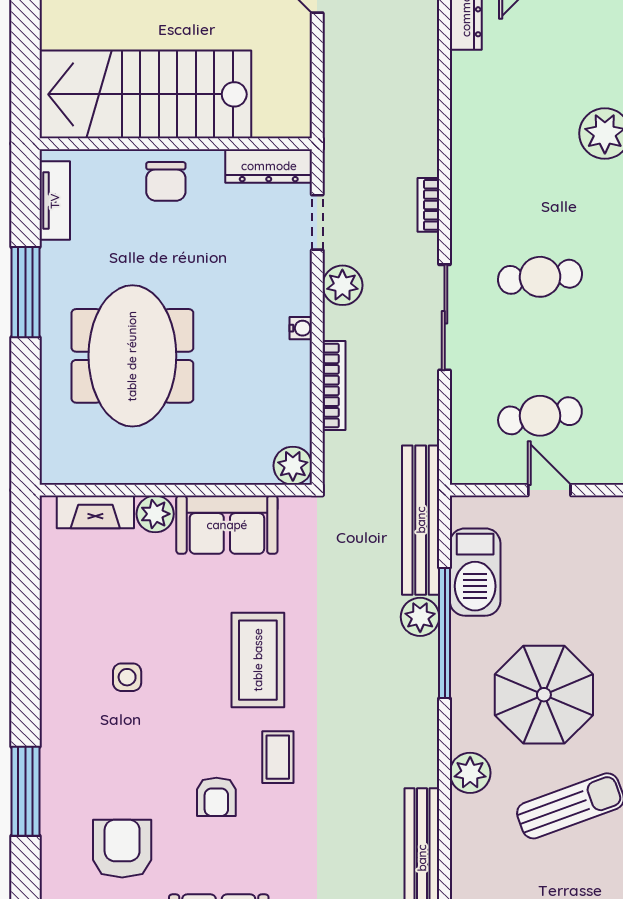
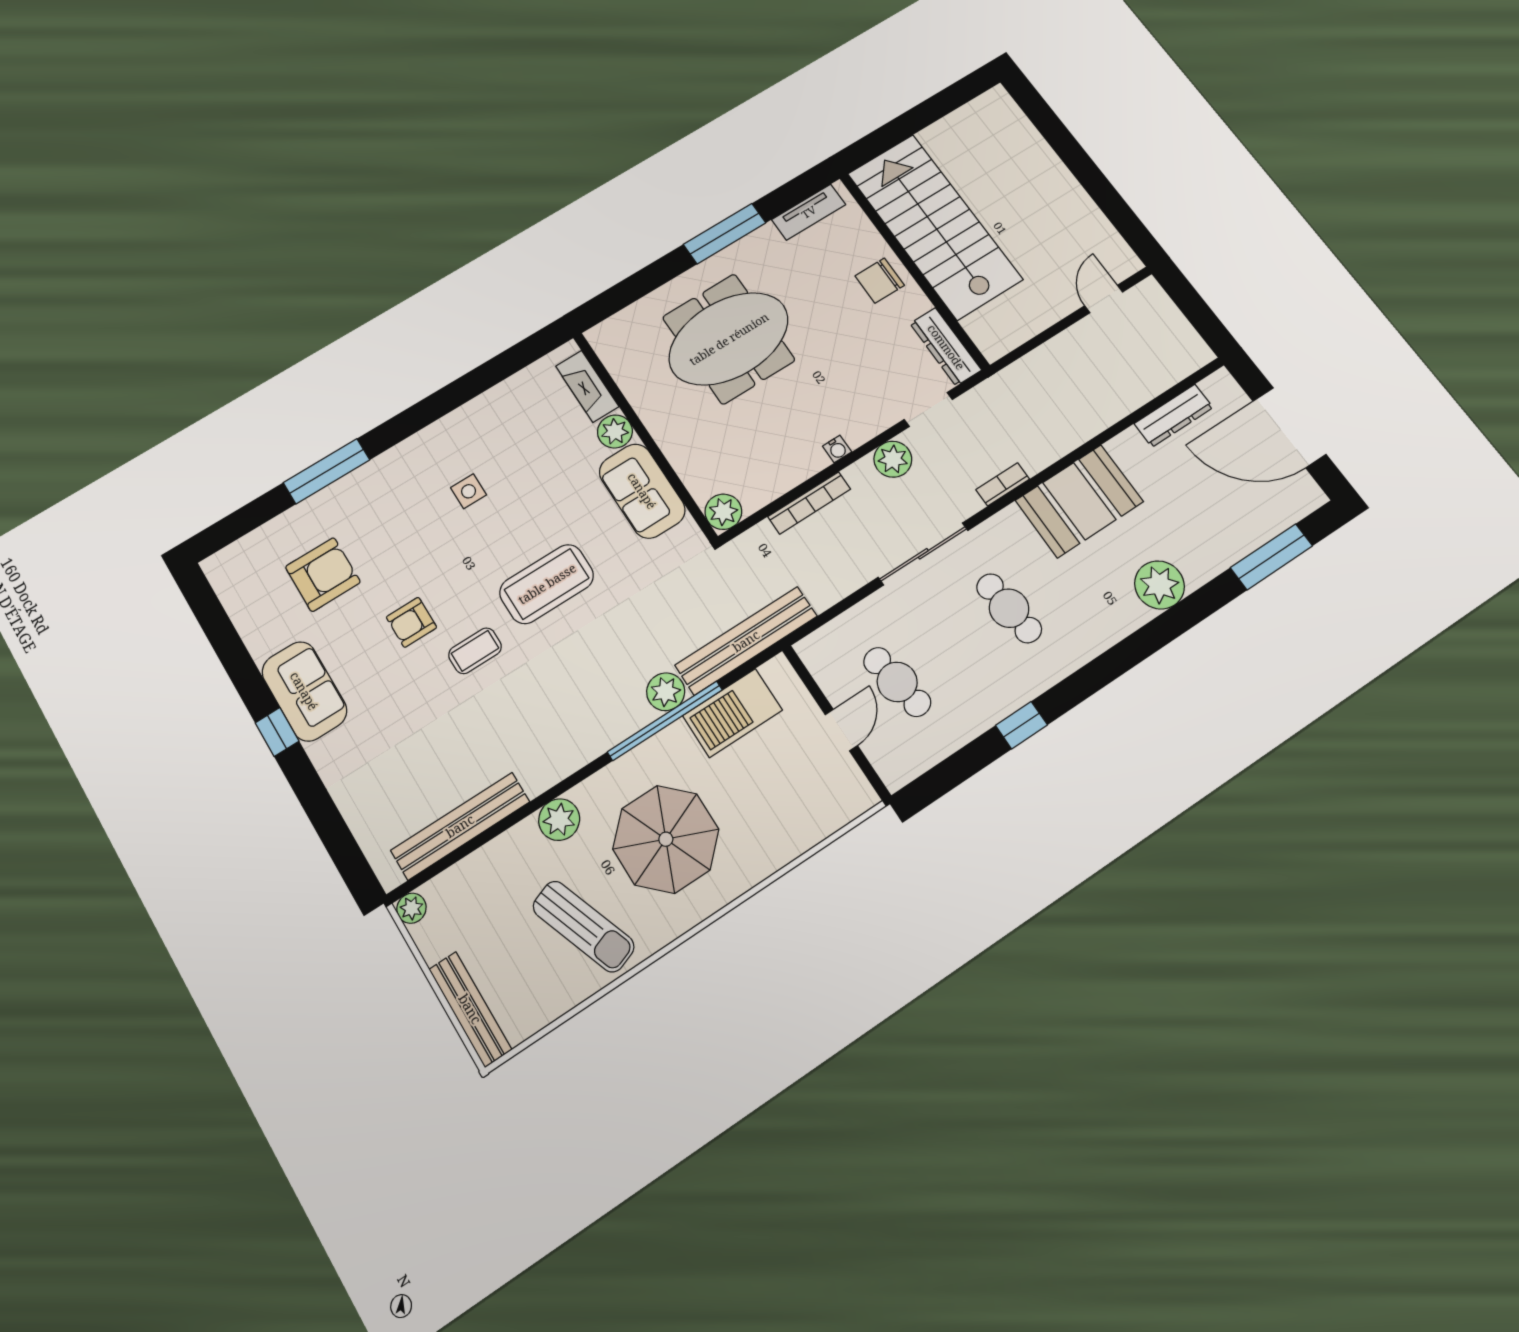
booth: (487, 149) -> (1079, 501), added

